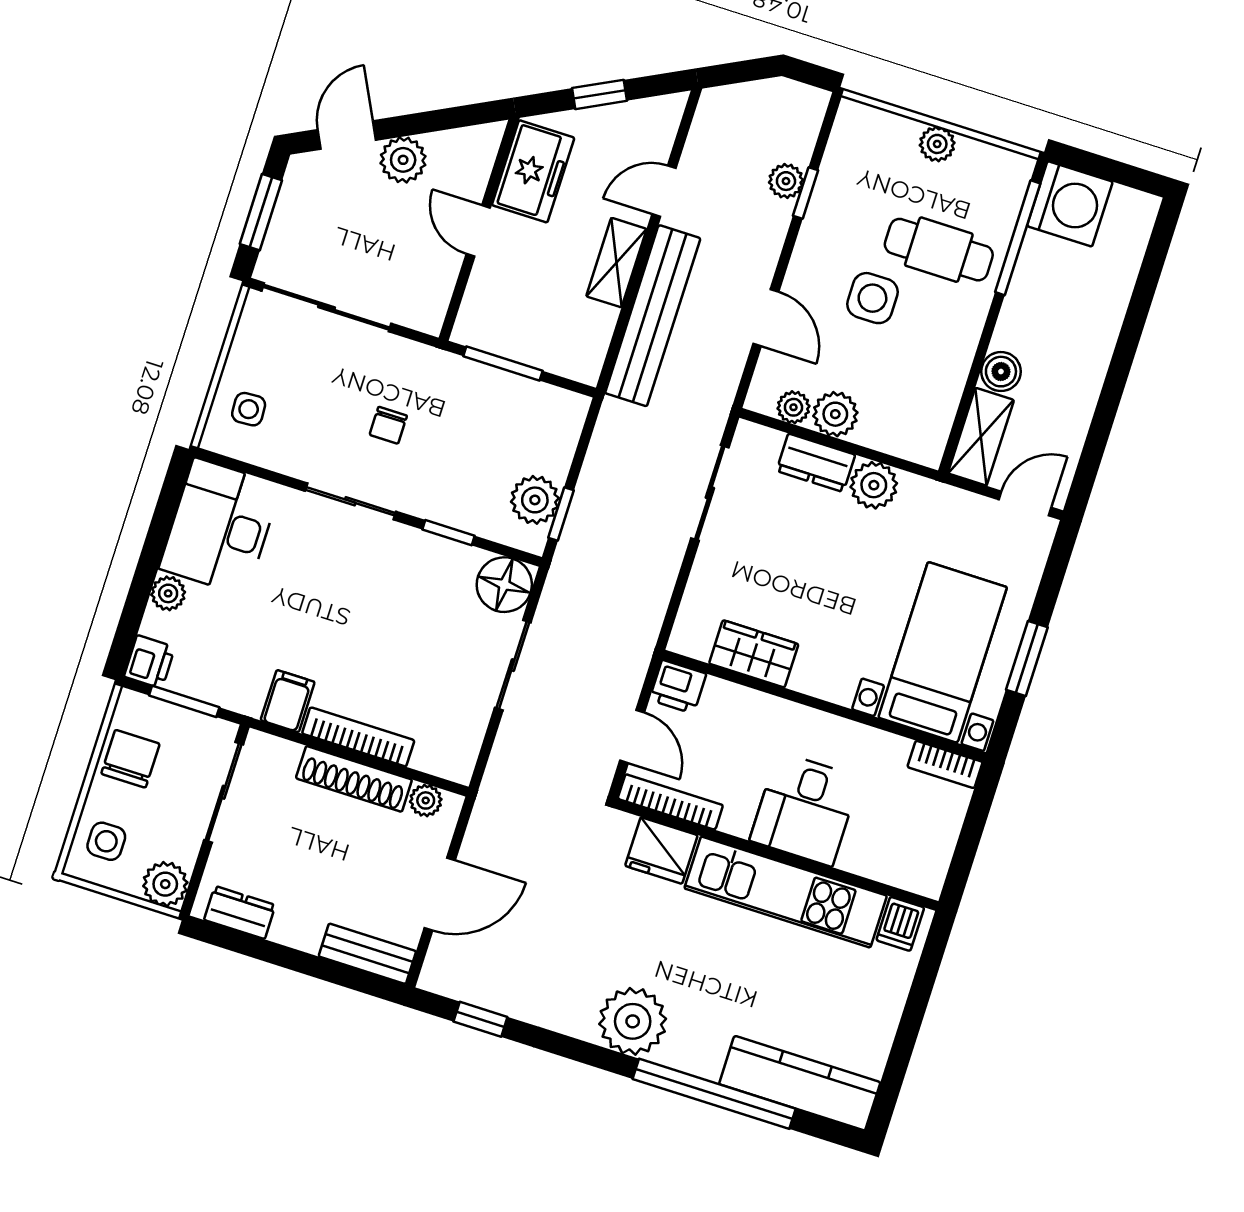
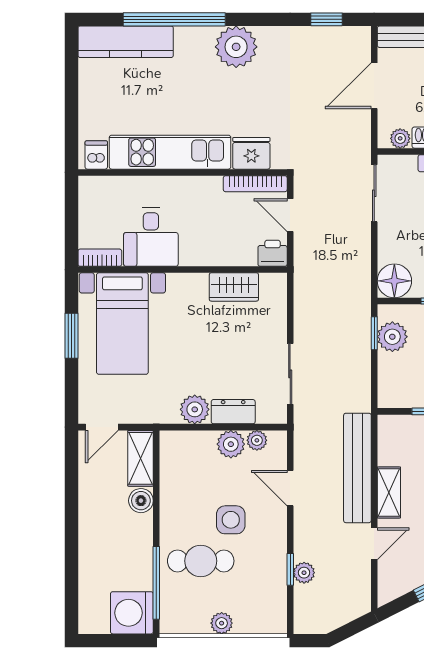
sliding door: (513, 665) -> (374, 193), moved
desk: (805, 809) -> (151, 237), moved, turned 180

